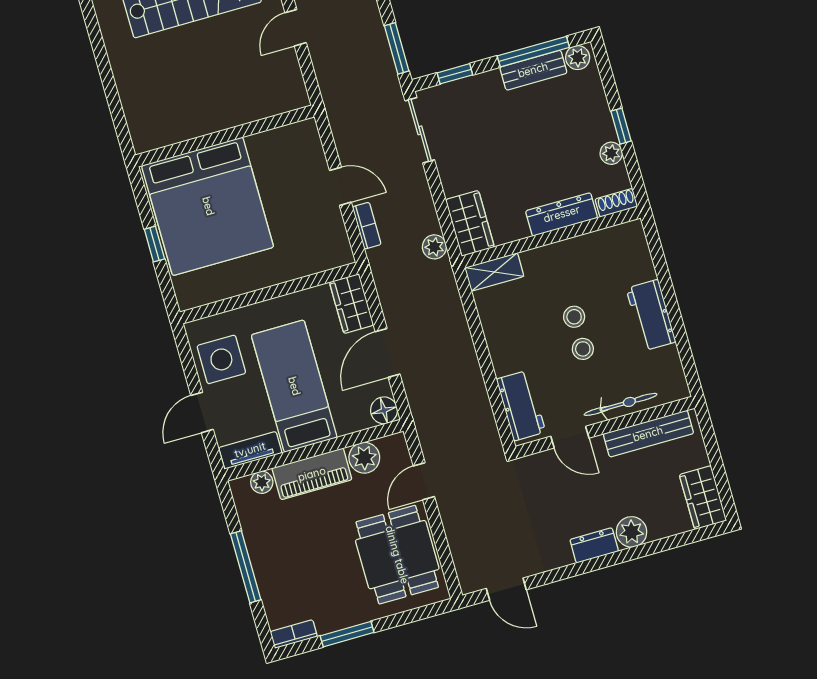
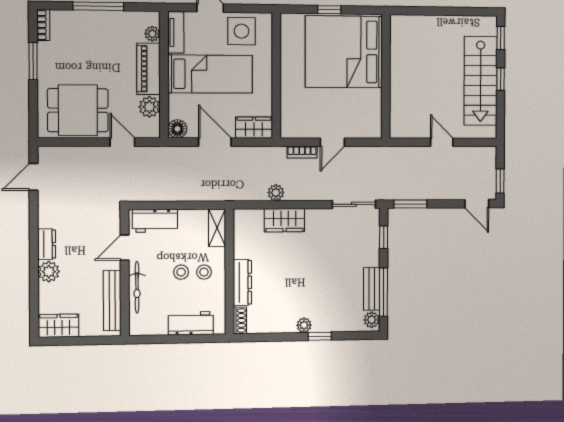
shoe rack: (616, 203) -> (240, 320), moved
dresser: (562, 214) -> (242, 282), moved
wall: (551, 237) -> (229, 272), moved
shelving: (494, 272) -> (217, 228), moved

